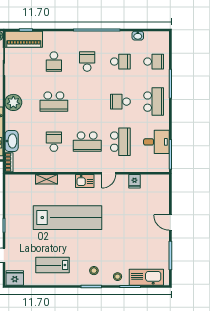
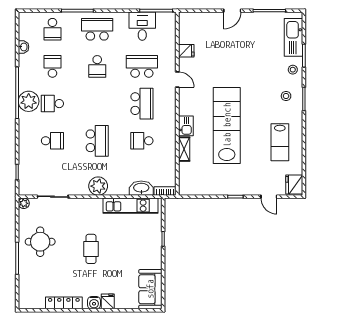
piano: (24, 39) -> (27, 174), removed
plant: (89, 40) -> (29, 101), added
school desk: (154, 62) -> (52, 29), turned 180
kitchen sink: (85, 181) -> (186, 126), moved

